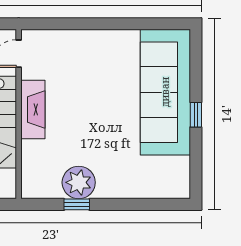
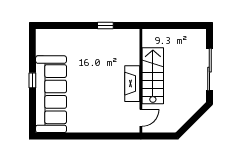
plant: (79, 182) -> (104, 39), removed

